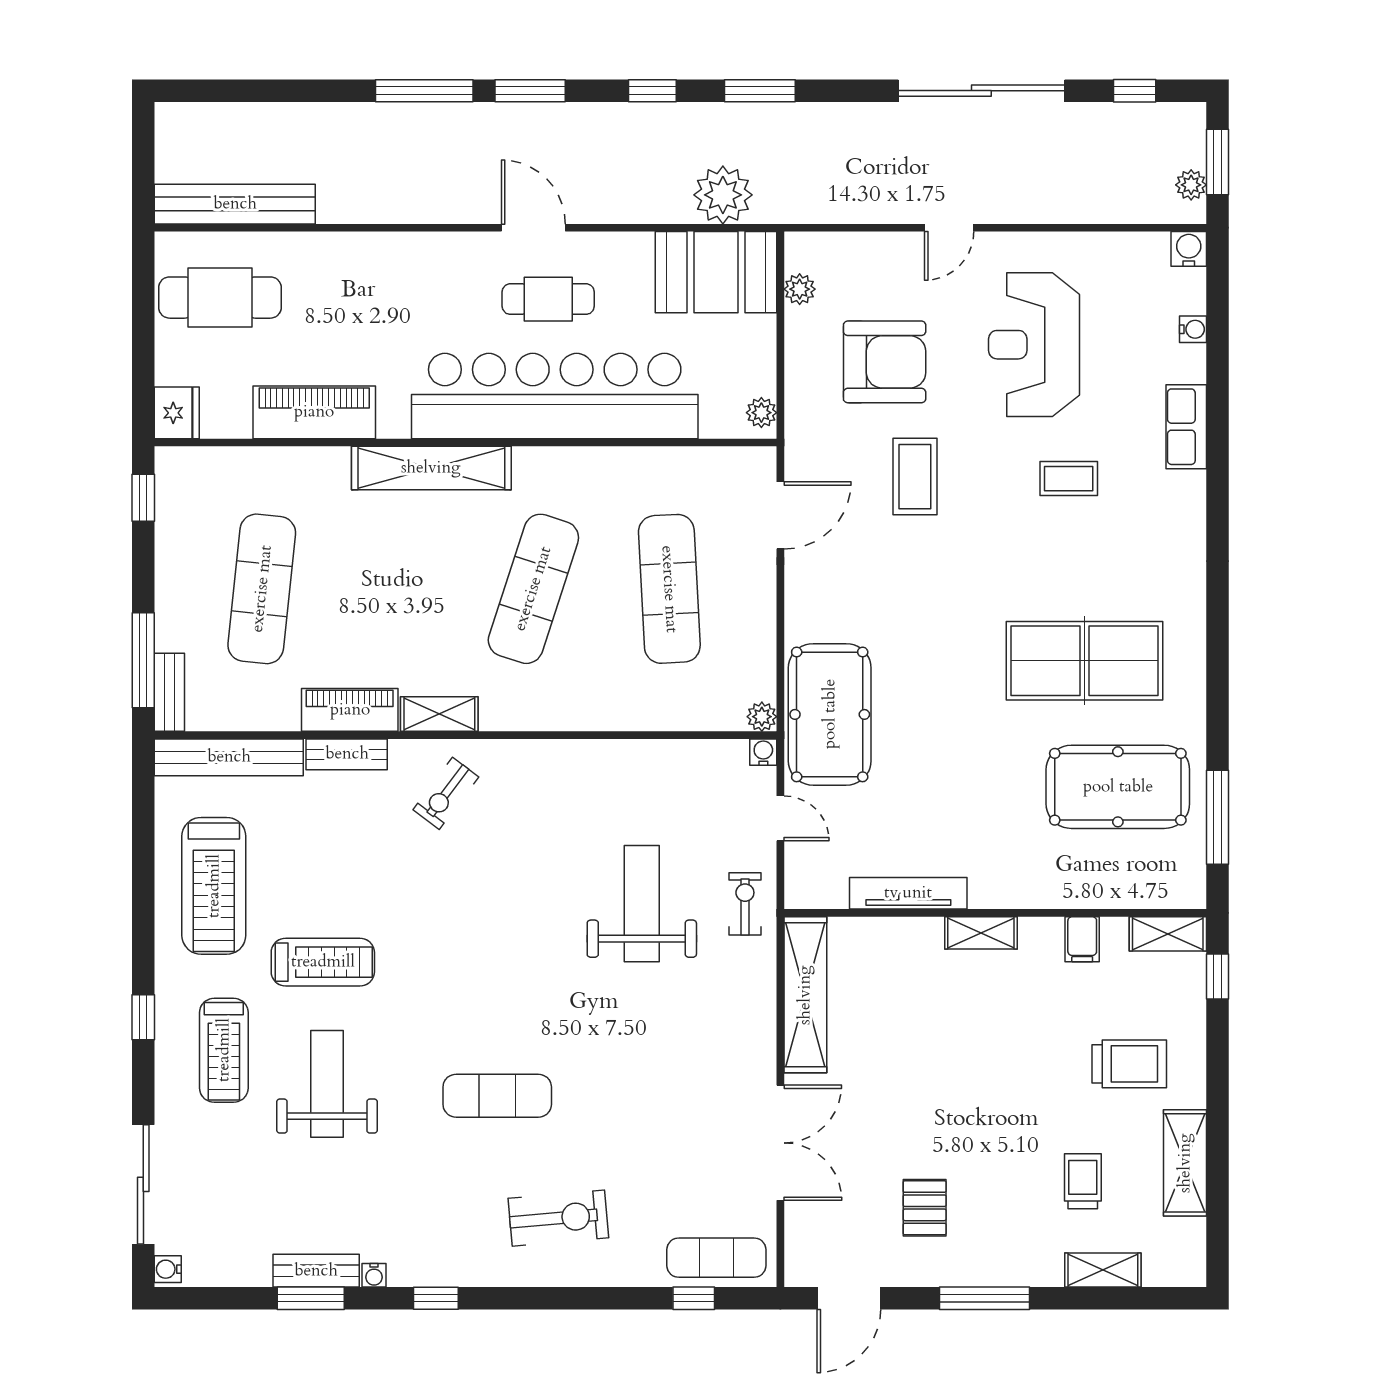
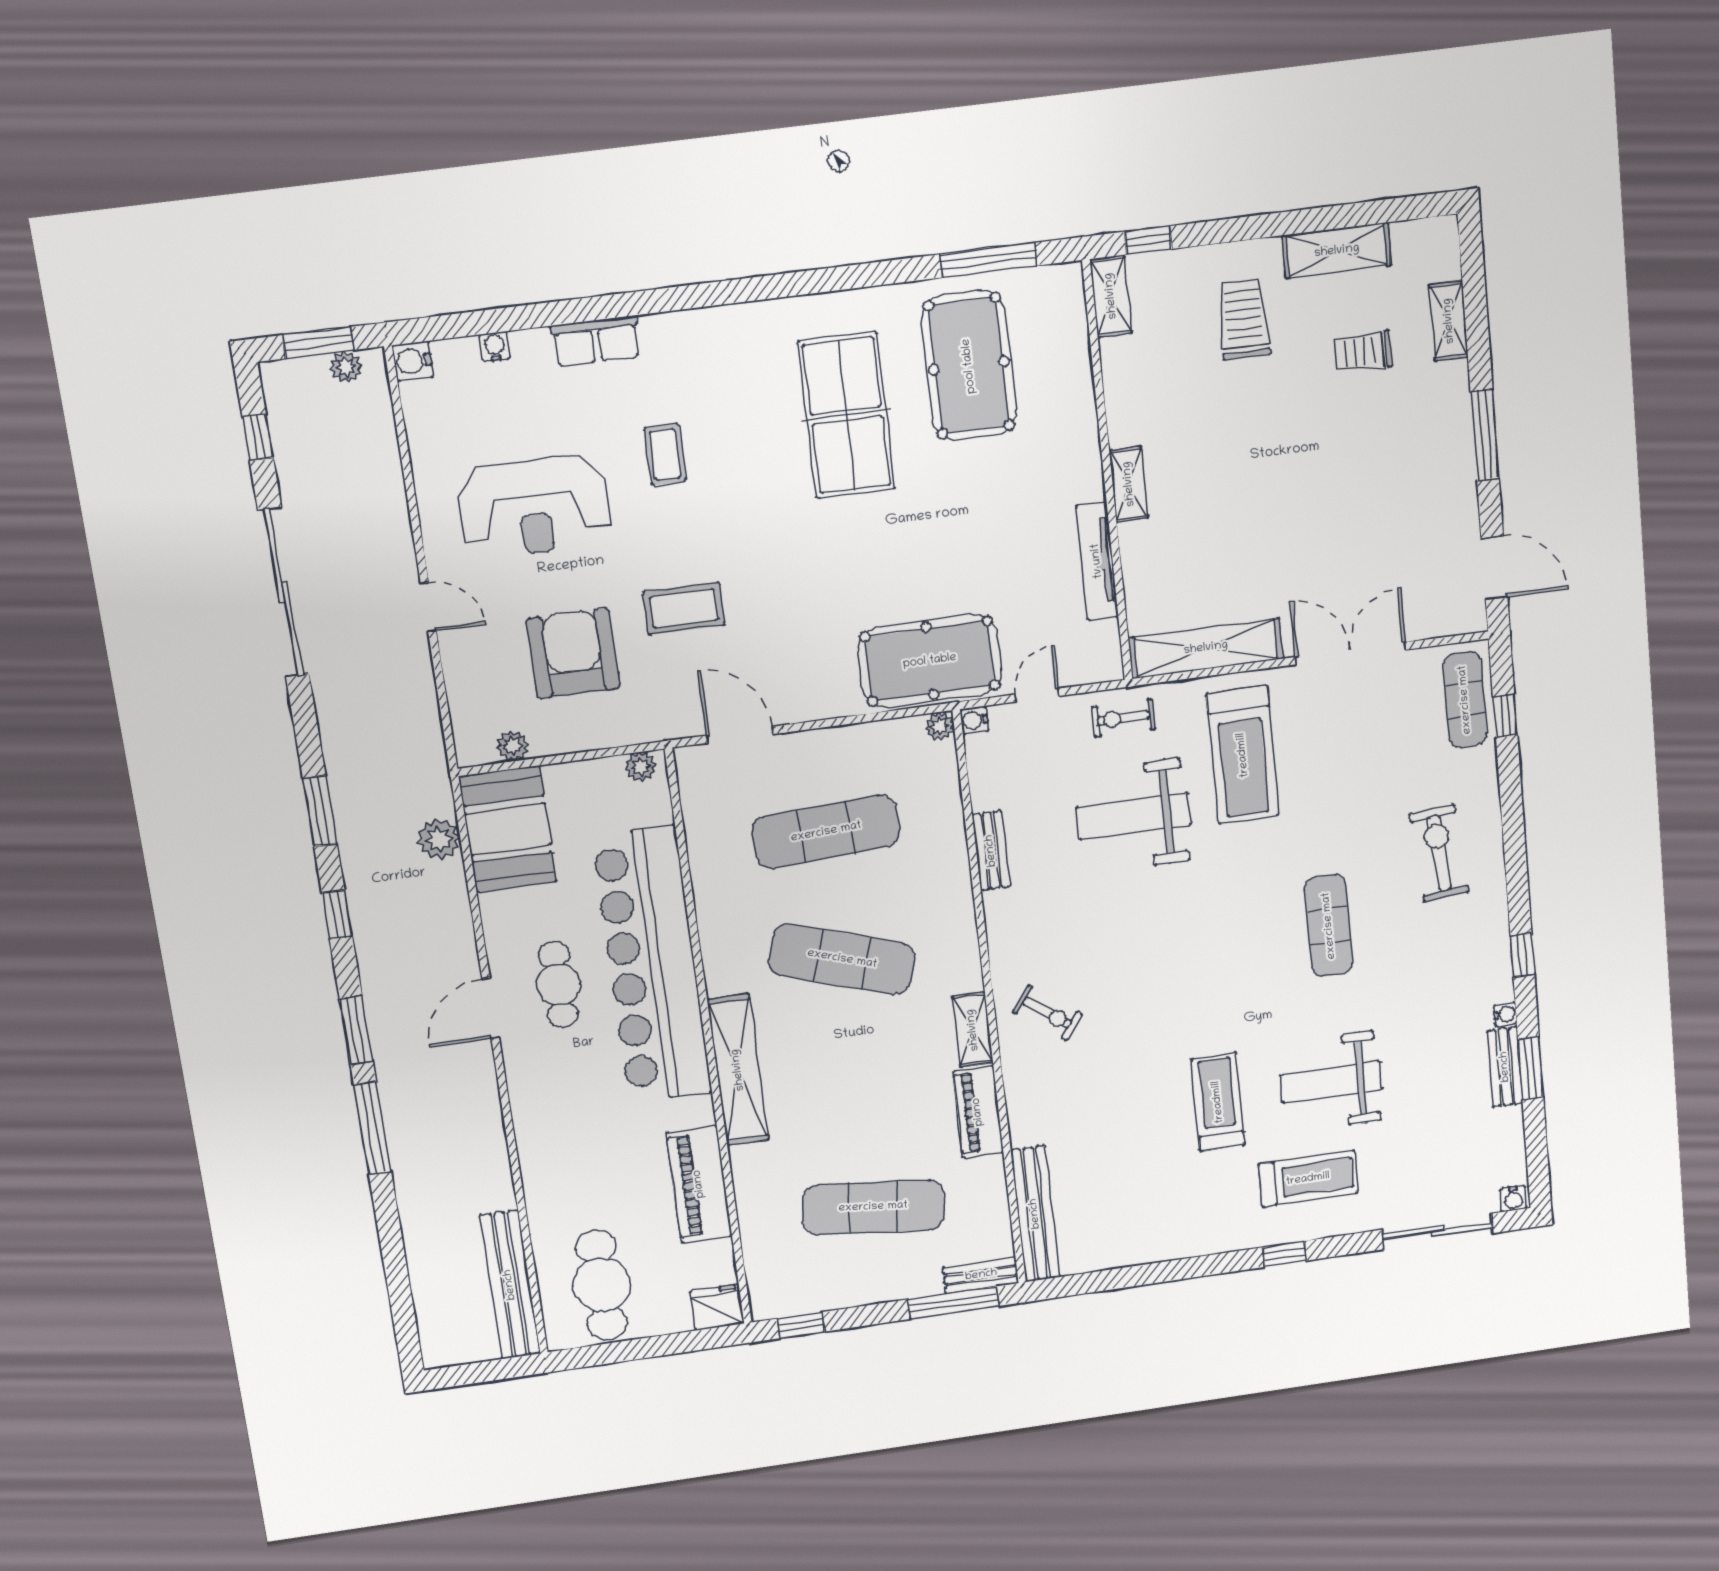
plant: (723, 195) -> (439, 839), width x0.73, depth x0.73
bench: (347, 754) -> (991, 851), moved
treadmill: (214, 886) -> (1243, 755), moved, turned 90
filing cabinet: (1082, 939) -> (1125, 382), removed
pallet: (925, 1208) -> (1402, 505), removed

